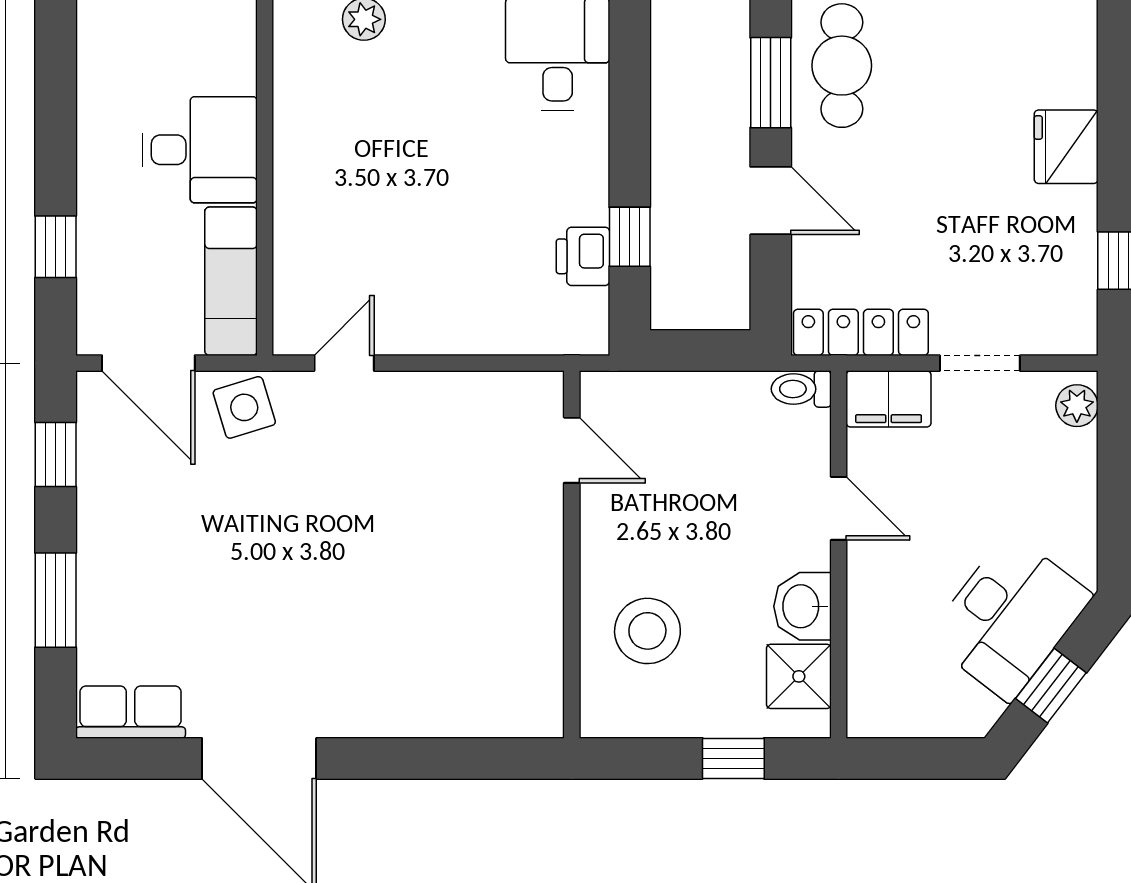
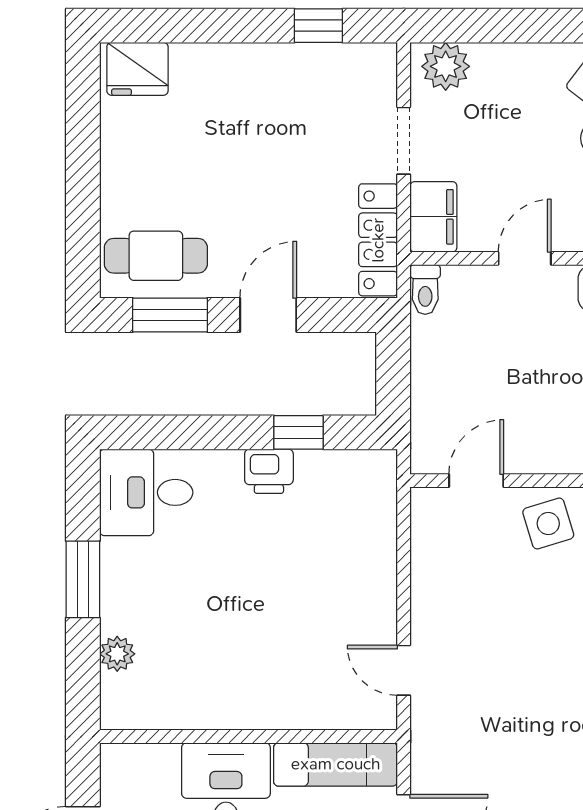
fridge: (1066, 147) -> (137, 69), moved
printer: (583, 256) -> (269, 471), moved
plant: (1077, 406) -> (446, 66), width x1.38, depth x1.38
side table: (244, 407) -> (548, 524), moved

